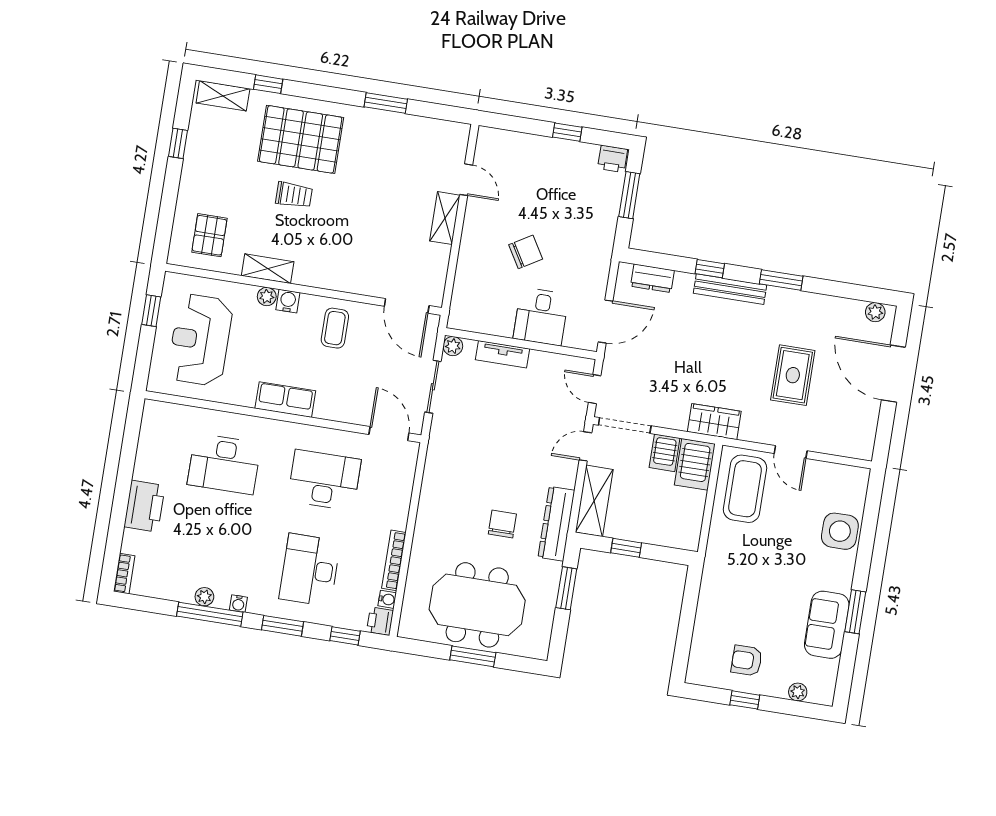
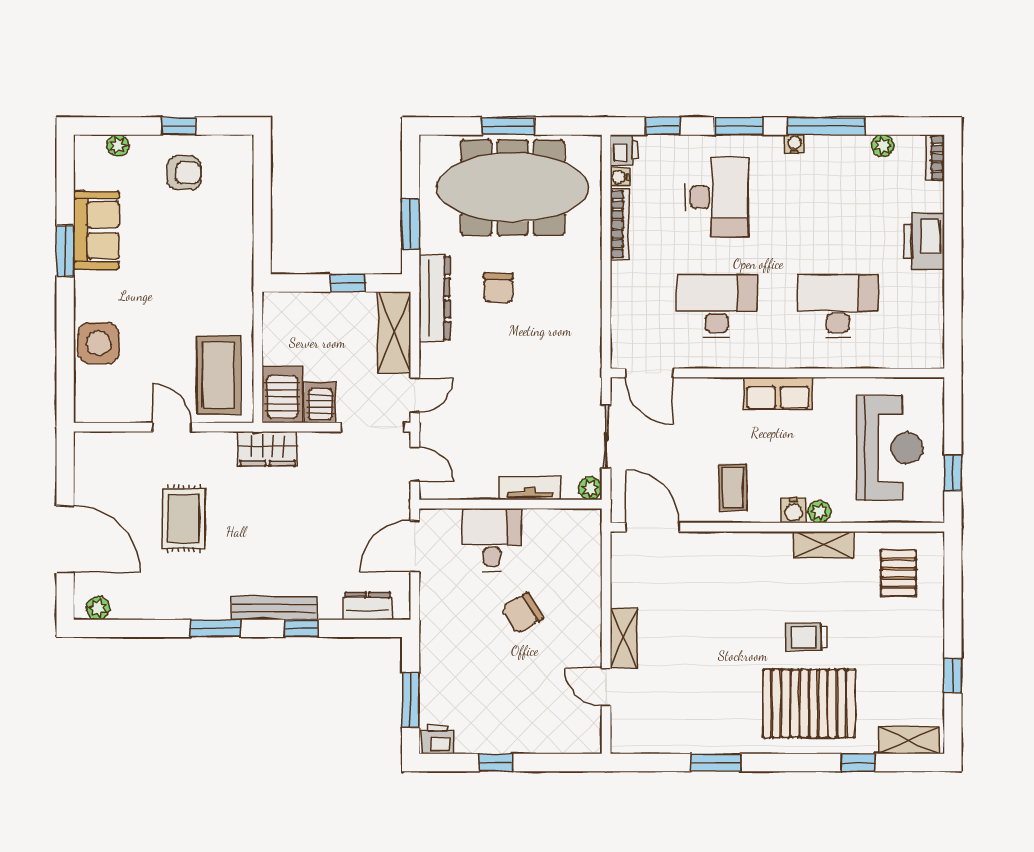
desk: (324, 480) -> (717, 306), turned 180
plant: (204, 597) -> (883, 146), moved
meeting table: (477, 605) -> (513, 188), width x1.36

